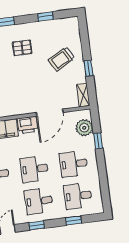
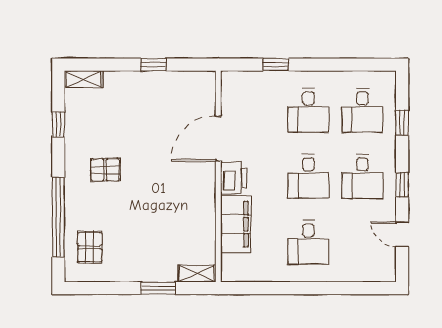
pallet: (22, 48) -> (105, 170), turned 90
trolley: (61, 59) -> (132, 107), removed
shelving: (83, 95) -> (83, 79), moved
door: (50, 113) -> (218, 139), swing flipped
plant: (84, 128) -> (251, 85), removed

